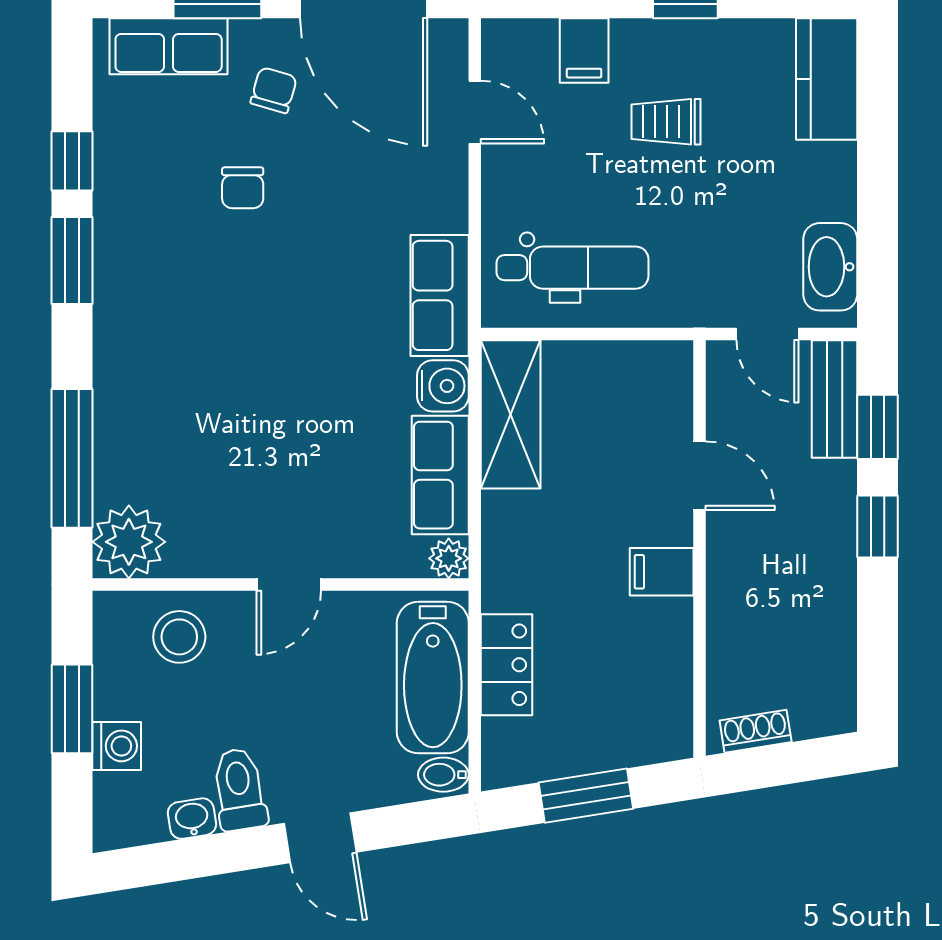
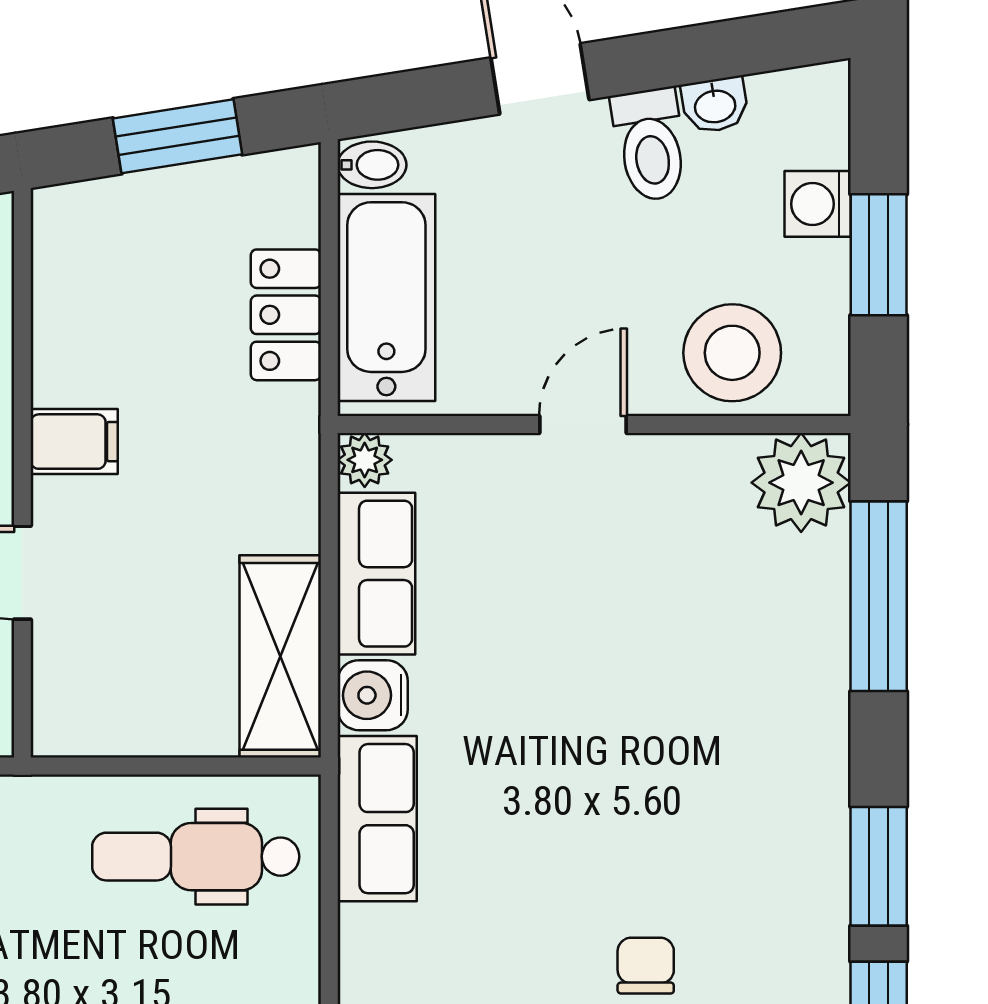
stool: (179, 637) -> (732, 353), width x1.38, depth x1.38

